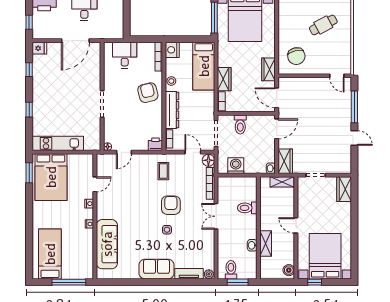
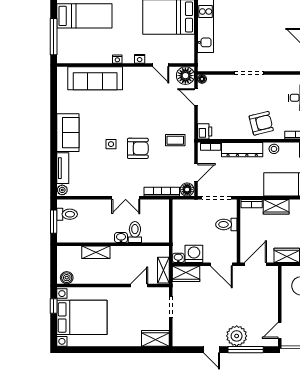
plant: (342, 115) -> (237, 336), added
door: (354, 138) -> (212, 350), hinge flipped
floor lamp: (104, 162) -> (185, 76), added
washing machine: (236, 166) -> (194, 254), moved, turned -90
double door: (216, 216) -> (126, 198), swing flipped
door: (296, 225) -> (139, 285), moved
washbasin: (252, 245) -> (121, 238), moved

